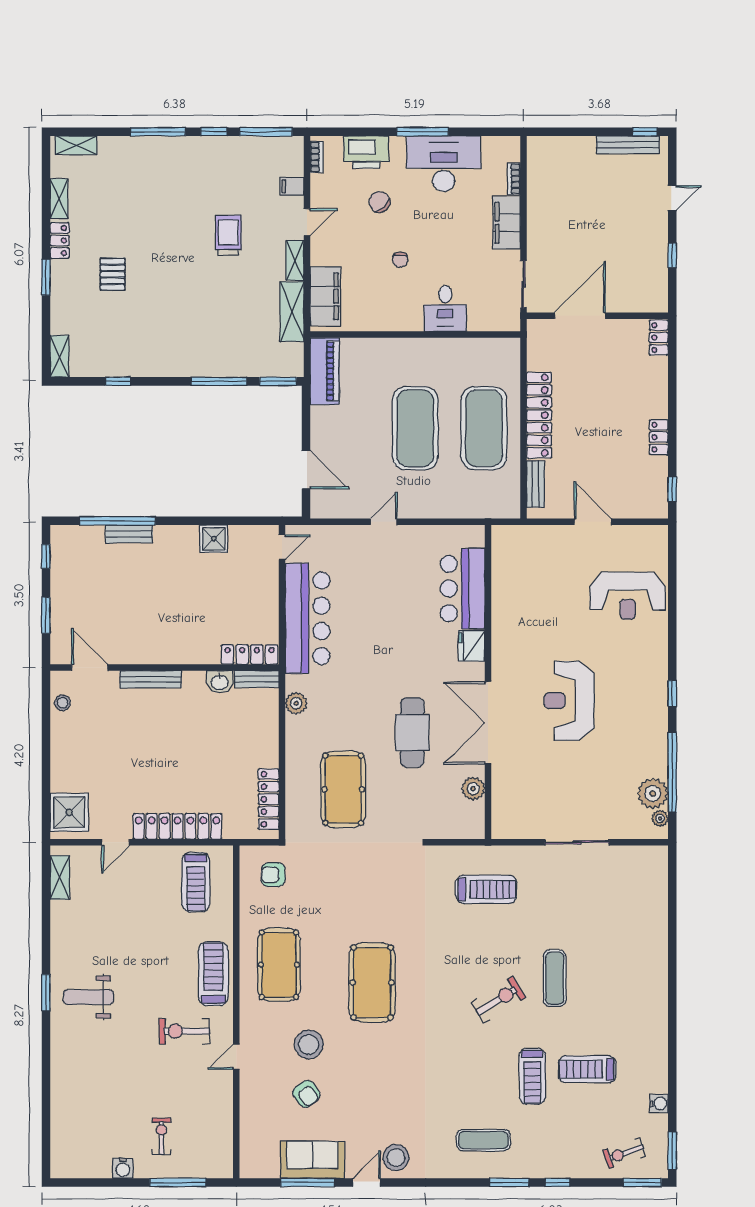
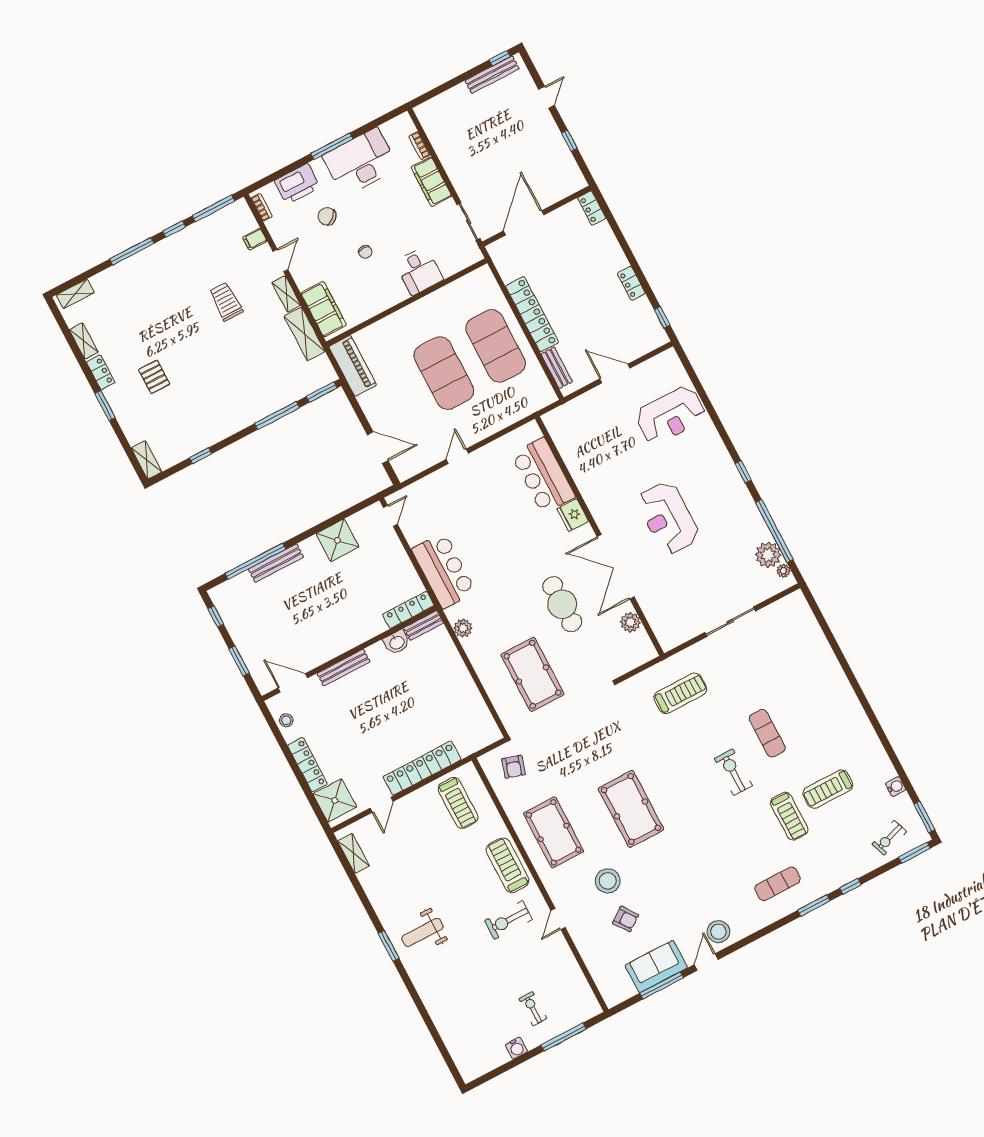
bench: (129, 534) -> (276, 563), width x1.36
shower: (214, 539) -> (337, 540), width x1.36, depth x1.36
bar counter: (308, 618) -> (444, 570), width x0.73
locker: (269, 799) -> (307, 765), moved, turned 180
armchair: (273, 875) -> (513, 767), turned -73
exercise bike: (498, 1000) -> (733, 772), turned -58

